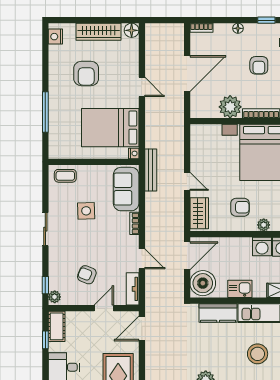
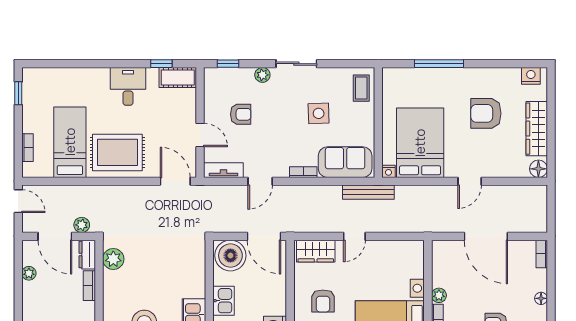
plant: (230, 107) -> (439, 295), width x0.53, depth x0.53
armchair: (87, 275) -> (241, 114), turned 68
plant: (55, 297) -> (262, 75), moved
kitchen counter: (218, 313) -> (194, 274), removed

